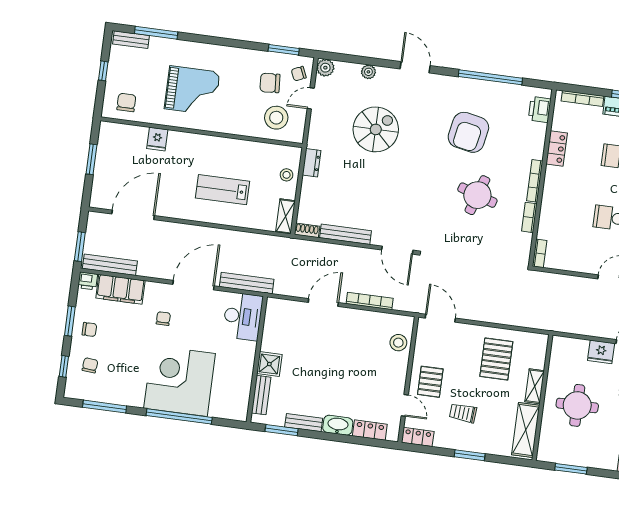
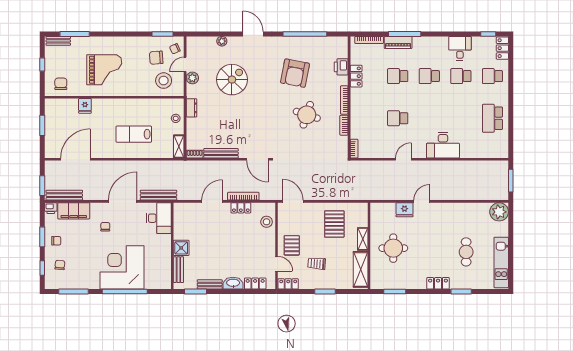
plant: (325, 68) -> (192, 78), moved
printer: (540, 110) -> (341, 67), moved
locker: (364, 317) -> (241, 208), added

